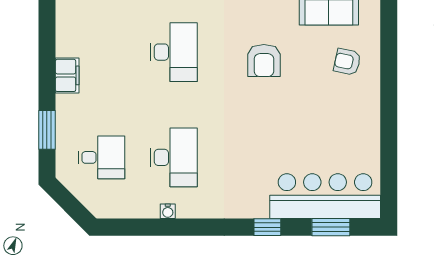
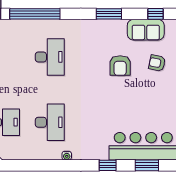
armchair: (264, 61) -> (120, 66), moved
water cooler: (168, 211) -> (67, 156), moved

